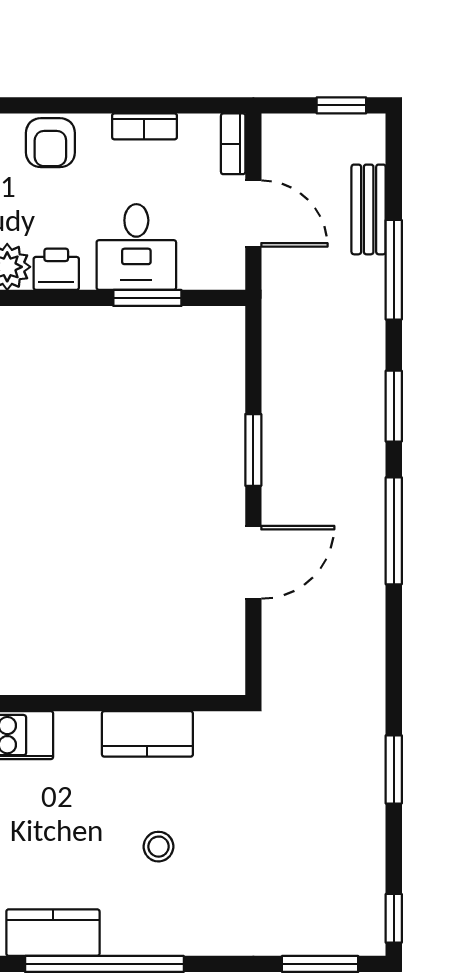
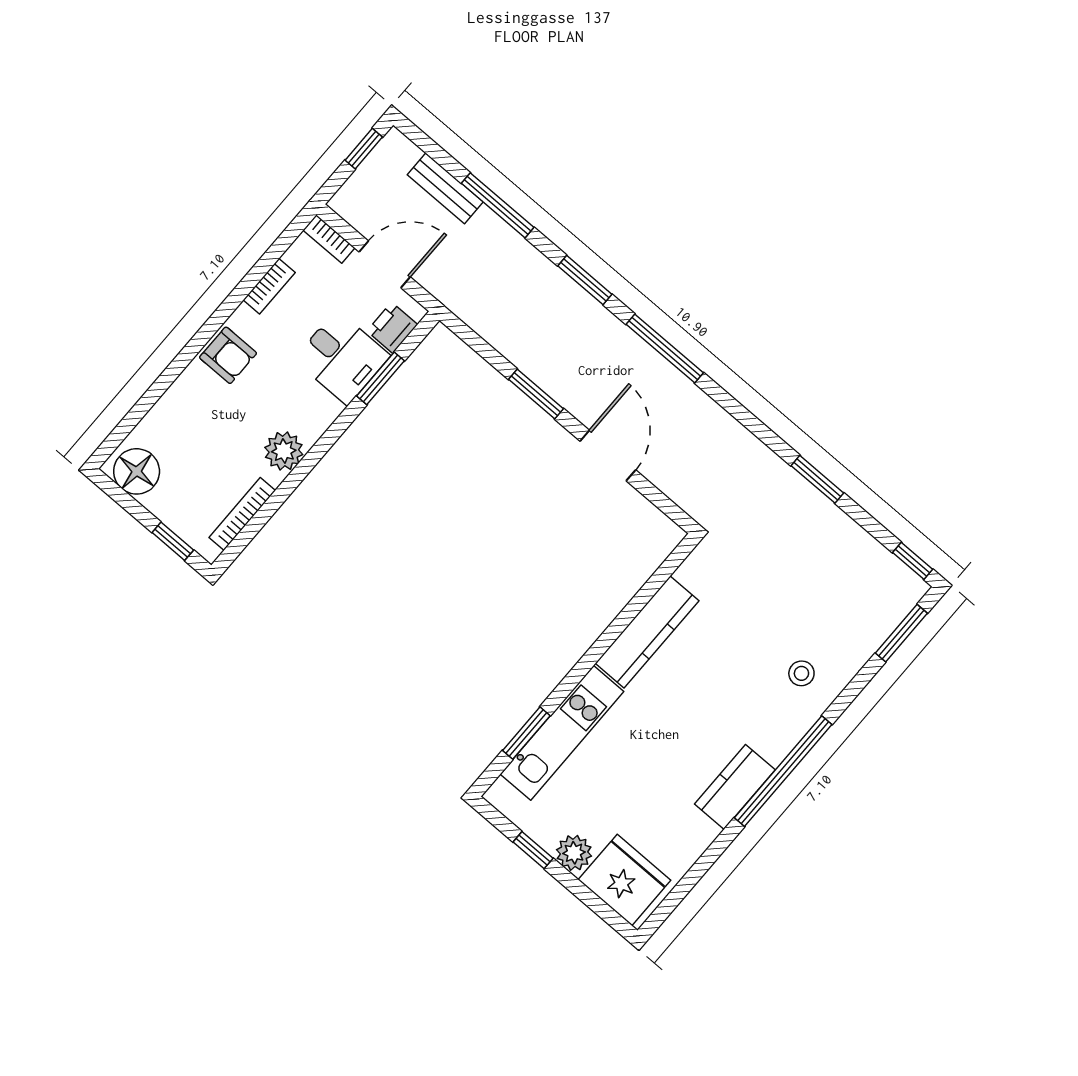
printer: (56, 269) -> (392, 328), moved
kitchen counter: (147, 734) -> (647, 632), width x1.50
stool: (158, 847) -> (801, 673), moved

